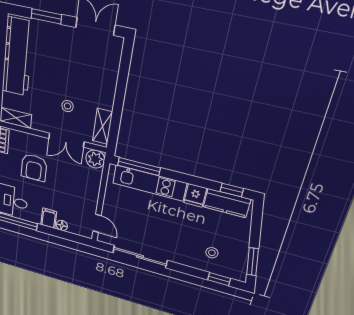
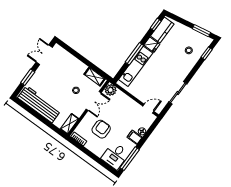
window: (139, 167) -> (134, 54), moved
armchair: (34, 168) -> (101, 129), turned -90
sliding door: (140, 256) -> (178, 93), width x0.73

